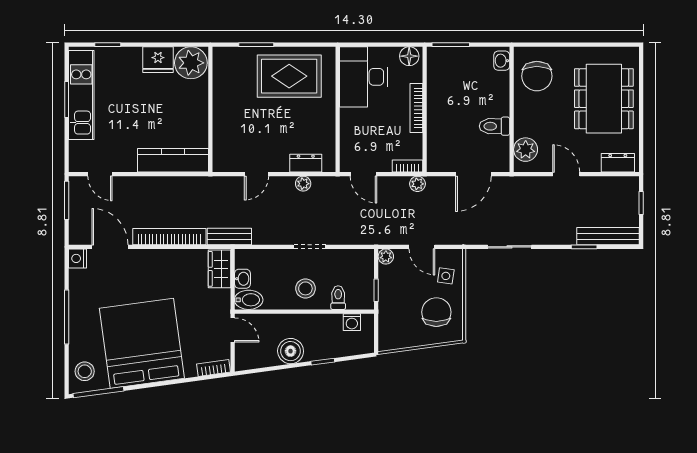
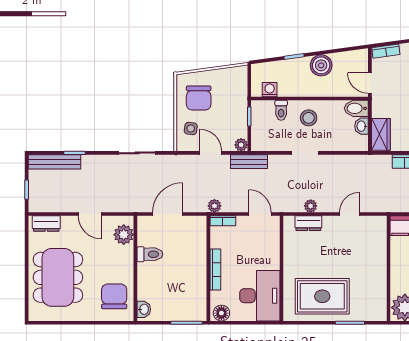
bench: (229, 236) -> (249, 162), moved

